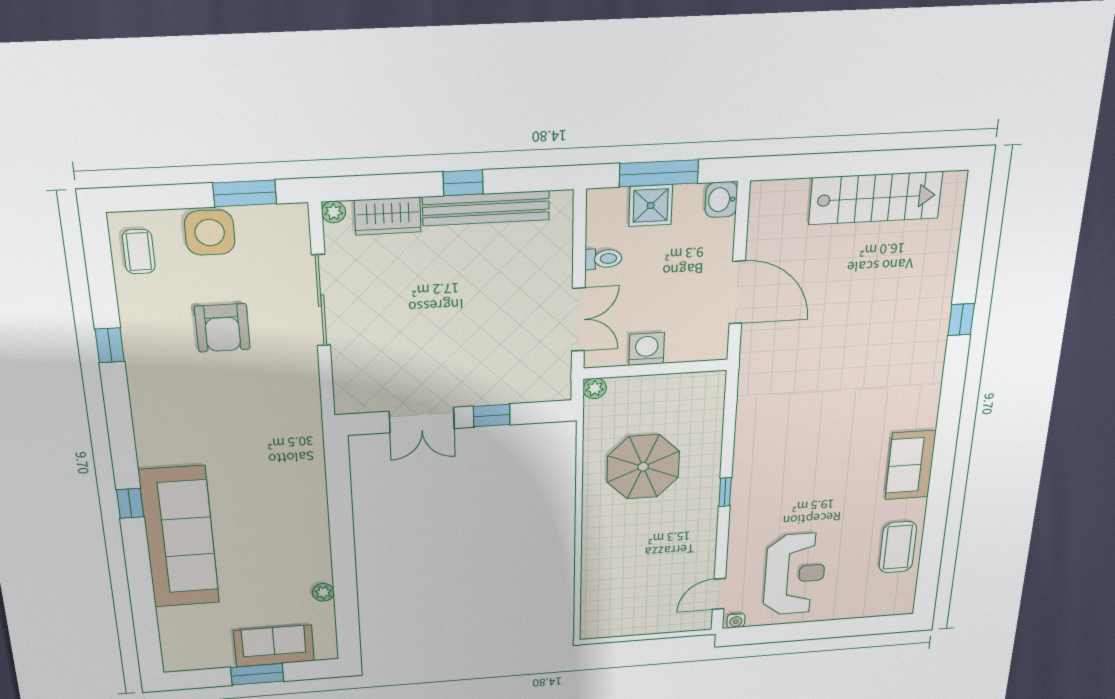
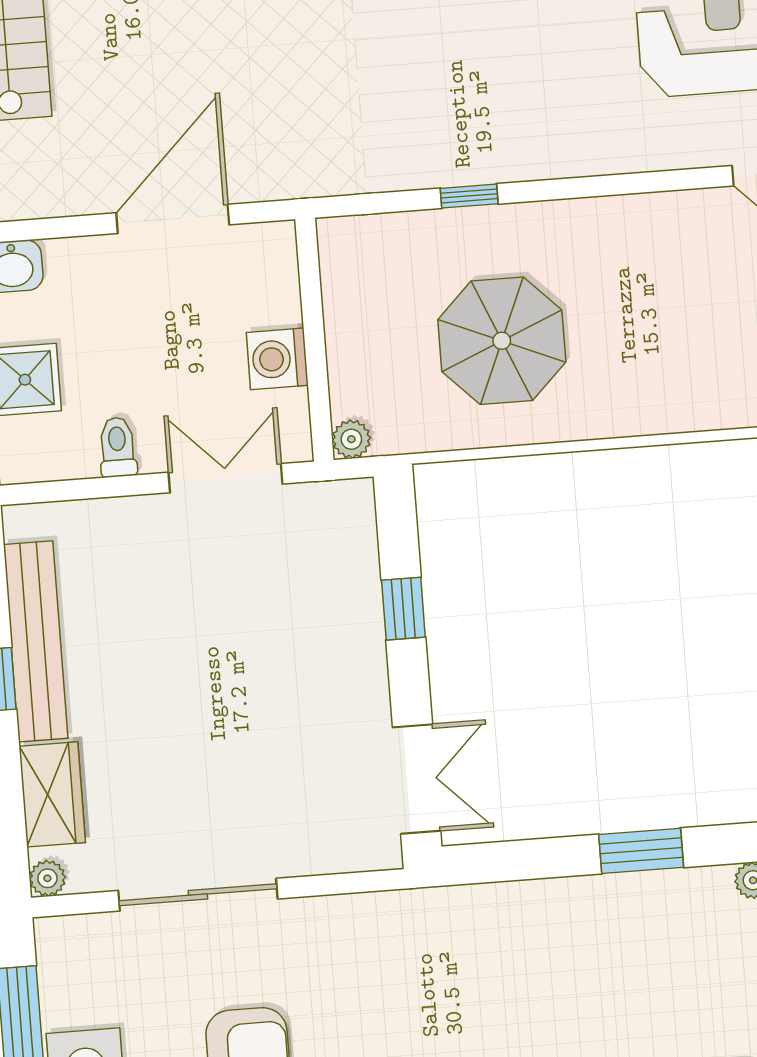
double door: (422, 420) -> (417, 779), moved
window: (725, 492) -> (469, 196), moved
window: (342, 538) -> (641, 851), added

